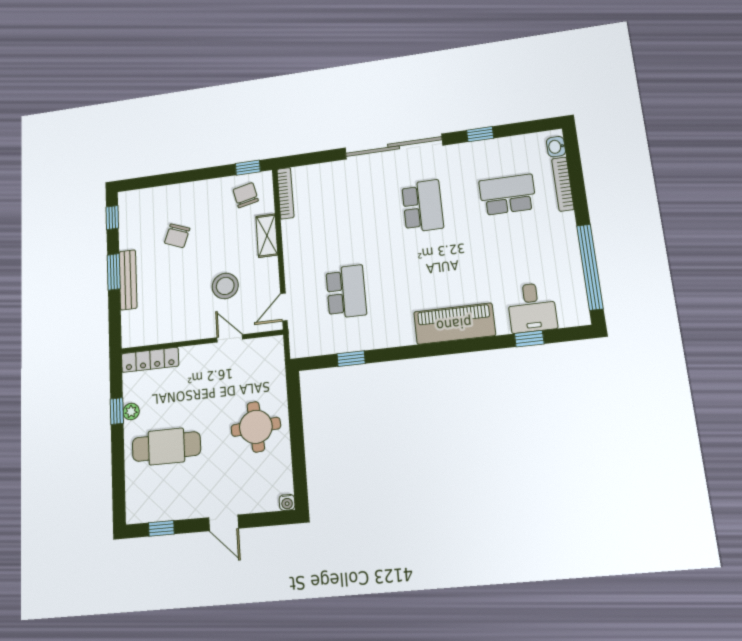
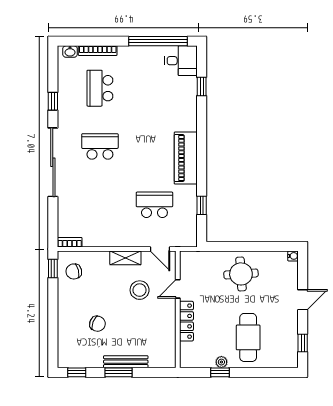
bookcase: (285, 193) -> (70, 242), width x0.64
shelving: (267, 236) -> (125, 258), moved
desk: (532, 308) -> (181, 61), moved
piano: (454, 324) -> (186, 158), moved
locker: (150, 360) -> (186, 321), moved

